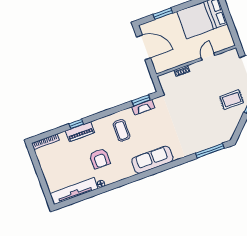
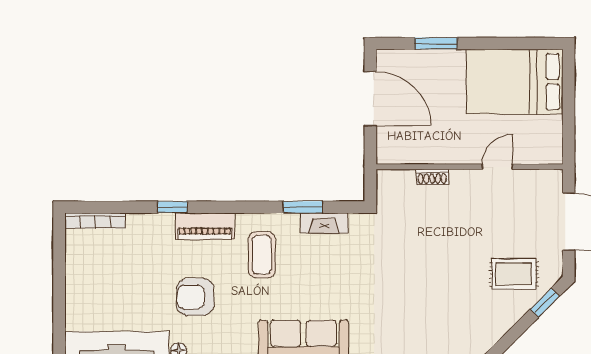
window: (141, 100) -> (303, 207), moved
piano: (80, 132) -> (205, 226), moved
armchair: (100, 159) -> (195, 297), turned 90

